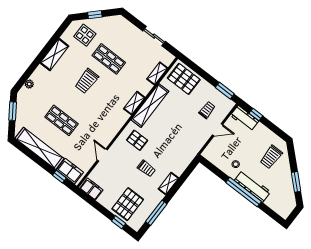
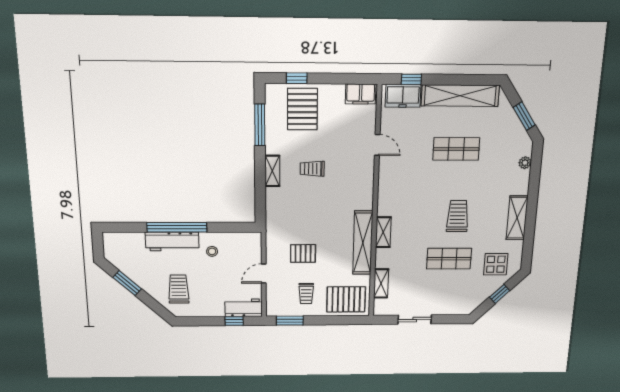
trolley: (207, 110) -> (306, 293), moved
pallet: (137, 140) -> (303, 253), moved

